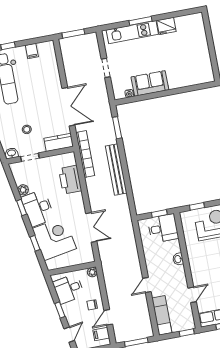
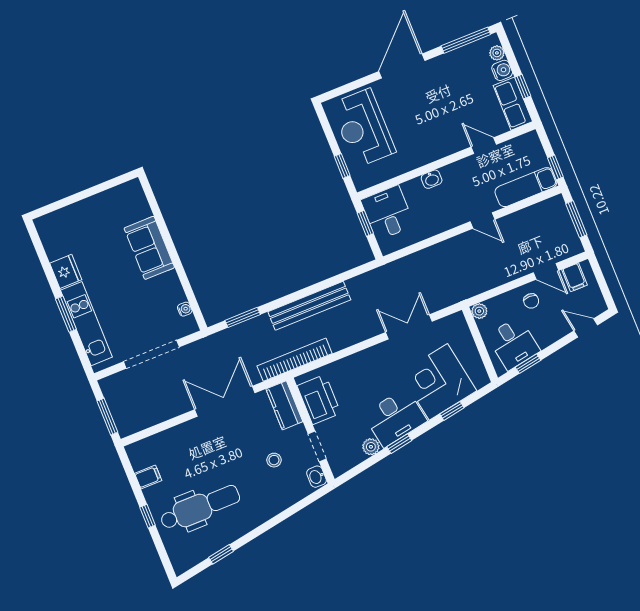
doorway: (106, 68) -> (151, 354), width x1.88
sofa: (150, 83) -> (149, 248), moved
printer: (70, 180) -> (319, 399), moved, turned -90
window: (60, 310) -> (528, 364), moved
window: (187, 333) -> (555, 167), moved

